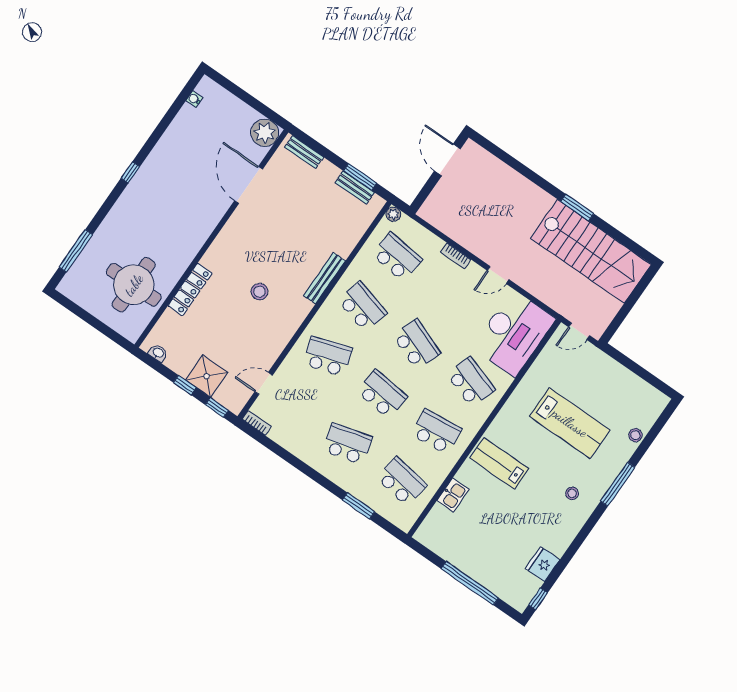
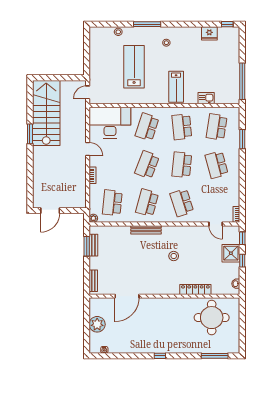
plant: (265, 133) -> (97, 324), moved
door: (579, 331) -> (88, 92), swing flipped
window: (470, 583) -> (242, 81), moved

